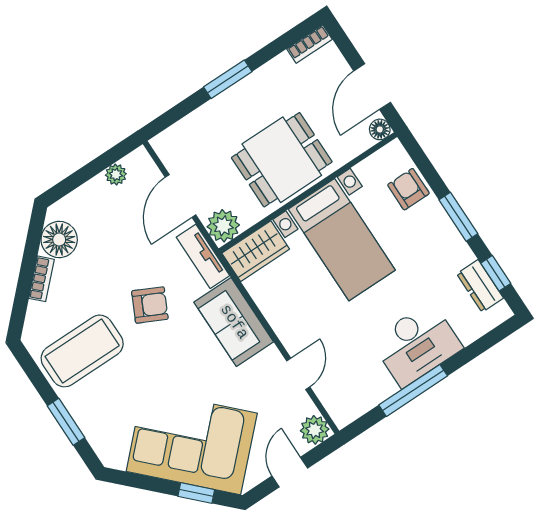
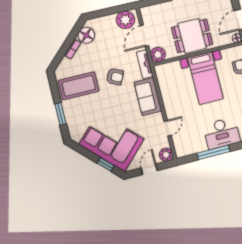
plant: (116, 175) -> (125, 20), width x1.87, depth x1.87
wardrobe: (256, 251) -> (168, 70), removed

